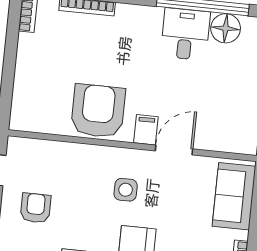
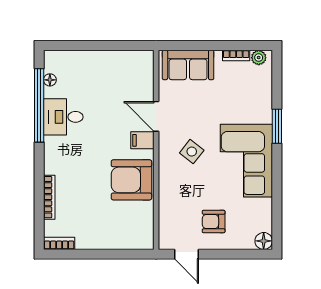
floor lamp: (226, 28) -> (50, 80), width x0.53, depth x0.53
side table: (126, 190) -> (192, 152), turned 38

